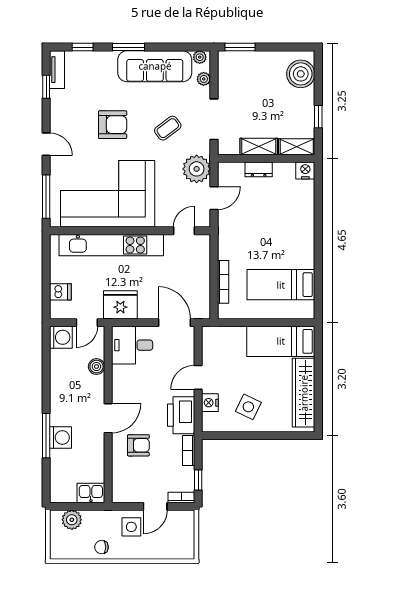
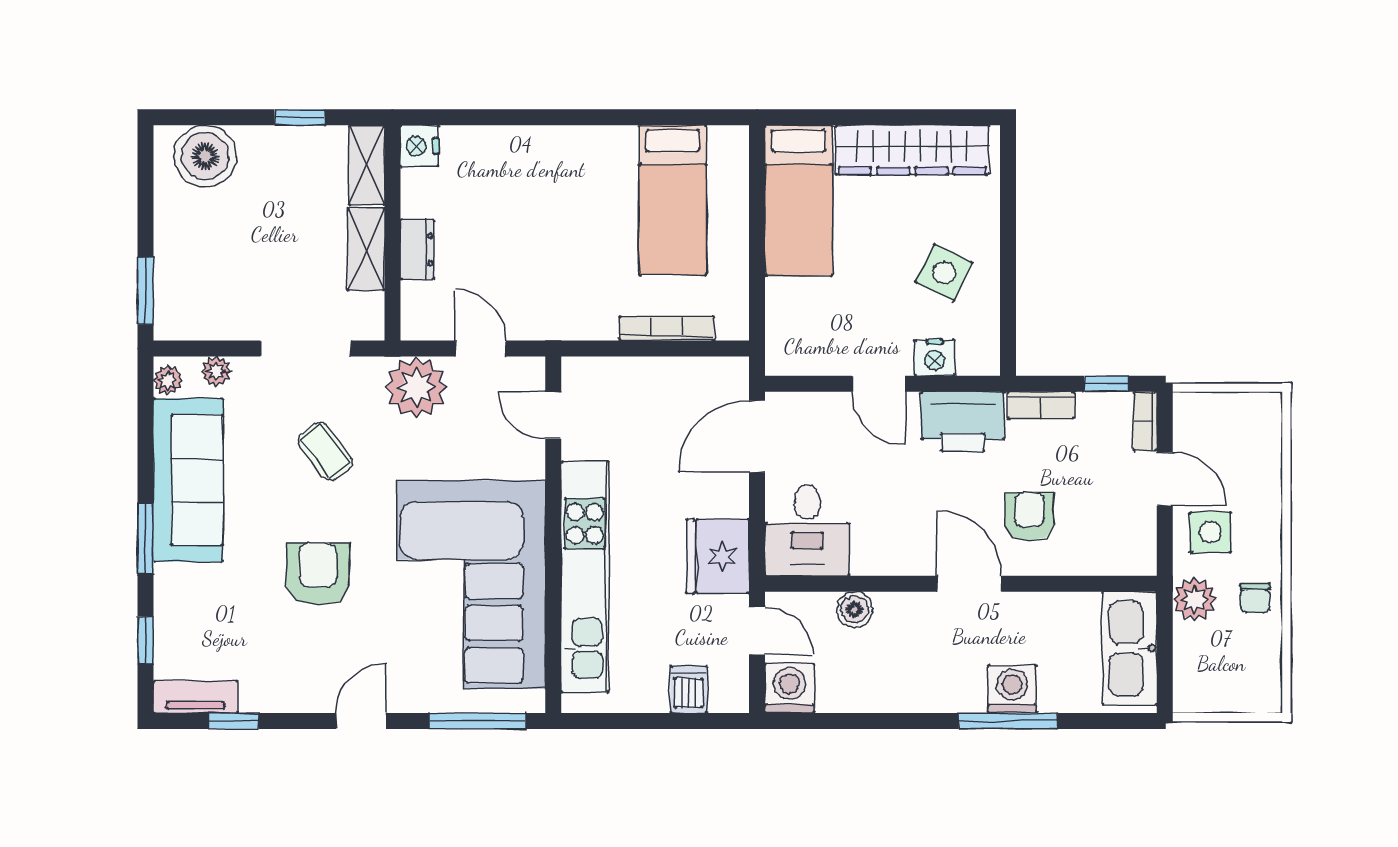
kitchen sink: (91, 493) -> (1130, 648), width x1.88, depth x1.24
plant: (72, 520) -> (1195, 599), moved

